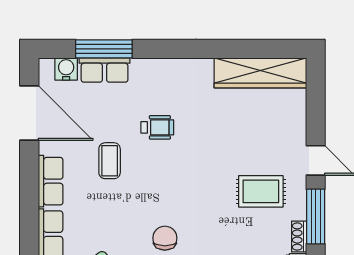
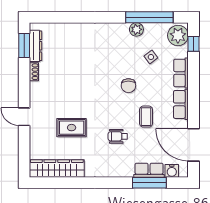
rug: (261, 191) -> (72, 128), moved
window: (316, 216) -> (24, 84), removed
chair: (165, 238) -> (128, 86), moved

